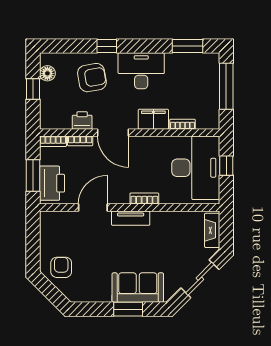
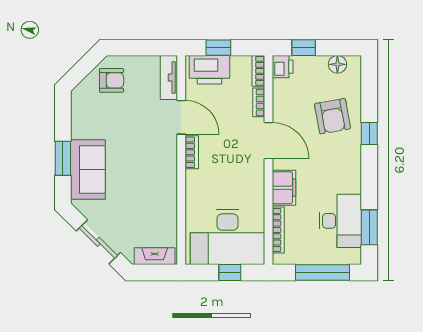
desk: (141, 71) -> (340, 221), moved
window: (33, 89) -> (304, 48), moved
printer: (82, 120) -> (283, 67), moved
bookcase: (182, 124) -> (278, 230), width x1.56
door: (113, 133) -> (268, 141), swing flipped
window: (33, 175) -> (218, 48), width x0.67
bookcase: (144, 199) -> (192, 152), moved
tv unit: (131, 218) -> (169, 77), moved

